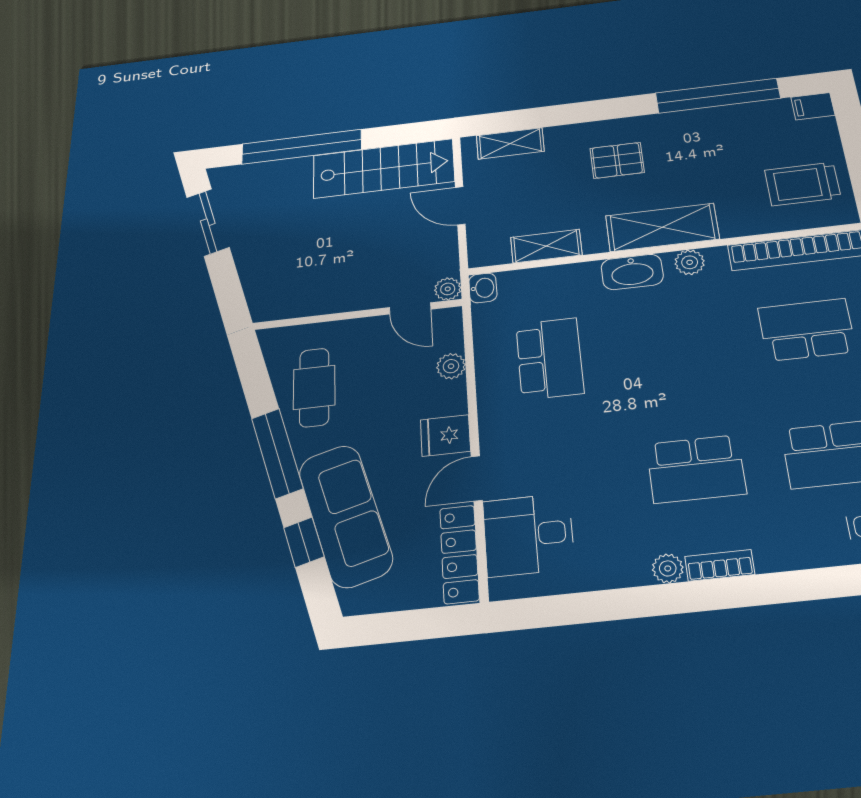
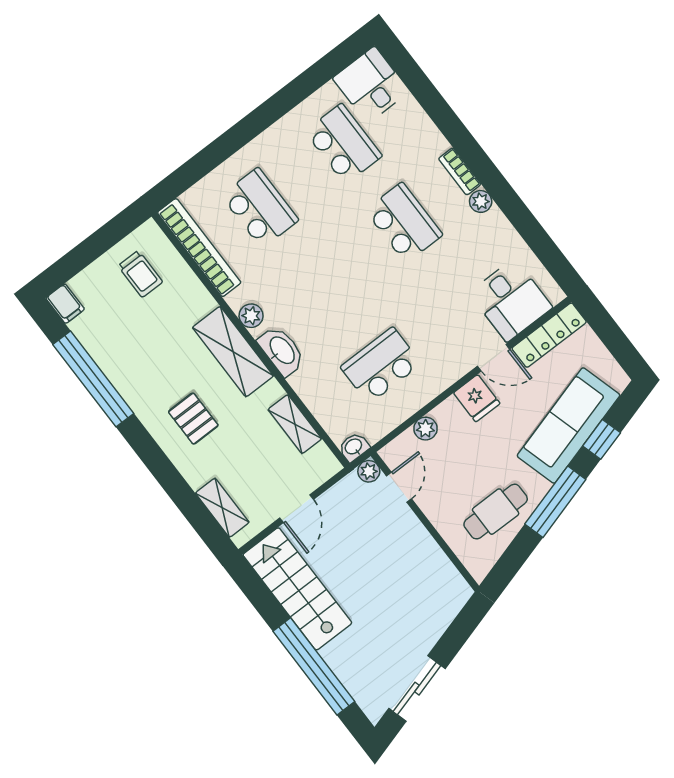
trolley: (803, 184) -> (140, 274), width x0.73, depth x0.72
school desk: (807, 330) -> (260, 208), turned 180

